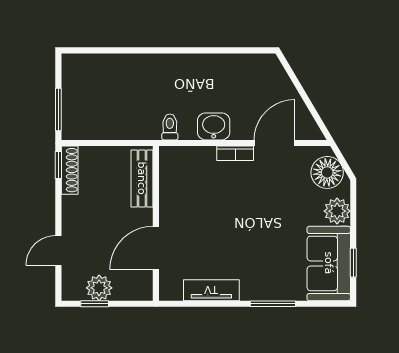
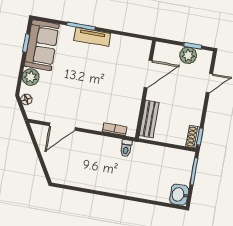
washbasin: (214, 126) -> (179, 195), moved, turned 90
bookcase: (235, 153) -> (115, 129), moved
shoe rack: (70, 170) -> (193, 137), width x0.70
floor lamp: (327, 172) -> (26, 99), width x0.53, depth x0.53
tv unit: (211, 290) -> (92, 37), moved

